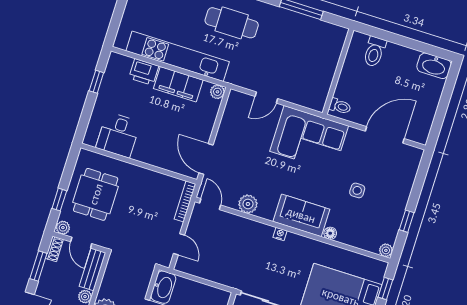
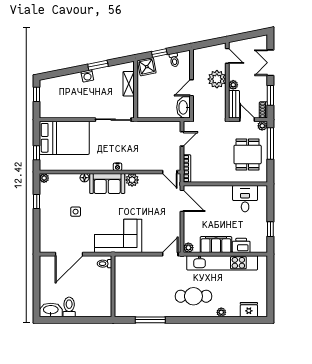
toilet: (375, 52) -> (69, 307), moved
door: (266, 98) -> (170, 254), moved
window: (59, 200) -> (270, 144), width x2.17
plant: (248, 204) -> (132, 180), moved
door: (179, 244) -> (182, 139), swing flipped

